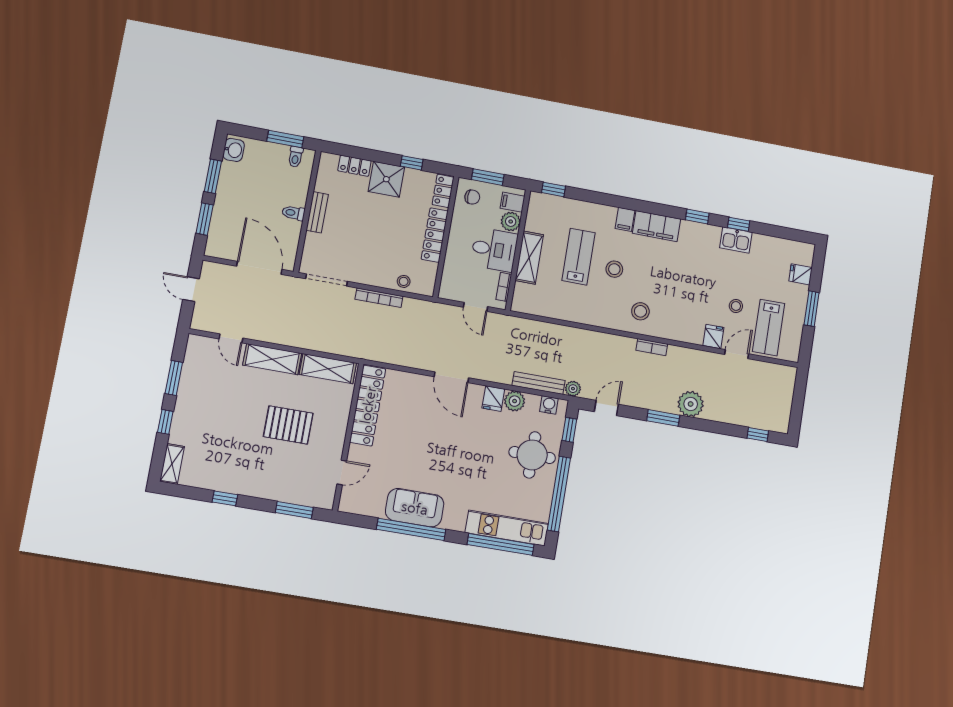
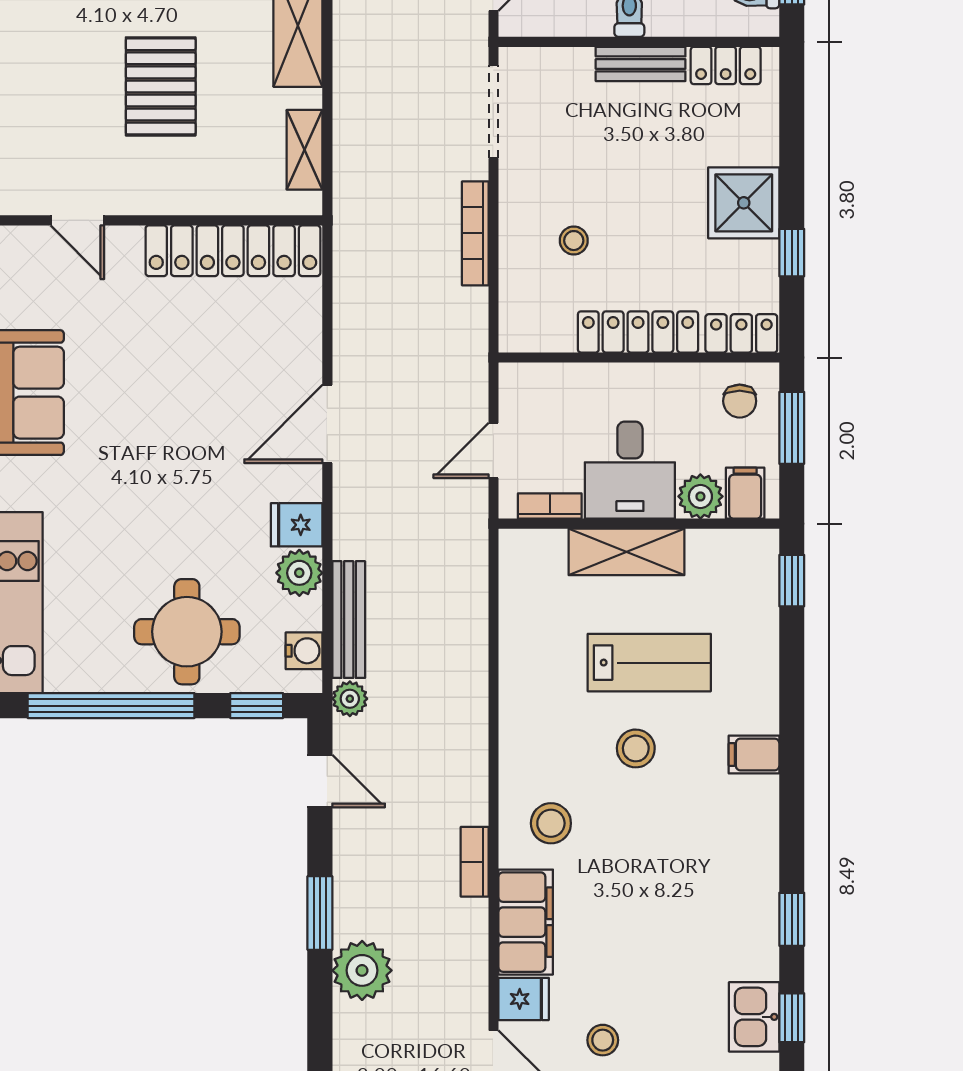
locker: (354, 166) -> (726, 65), moved, turned -90
filing cabinet: (657, 226) -> (526, 922), moved, turned 180
stool: (404, 281) -> (574, 241), moved
shelving: (328, 369) -> (304, 150), width x0.67, depth x0.75

